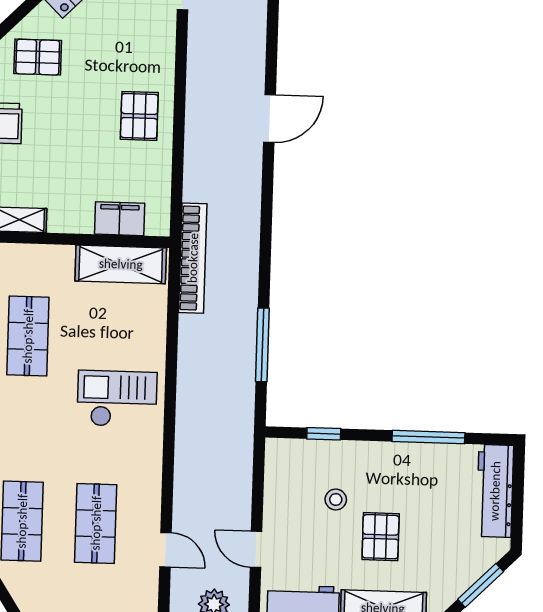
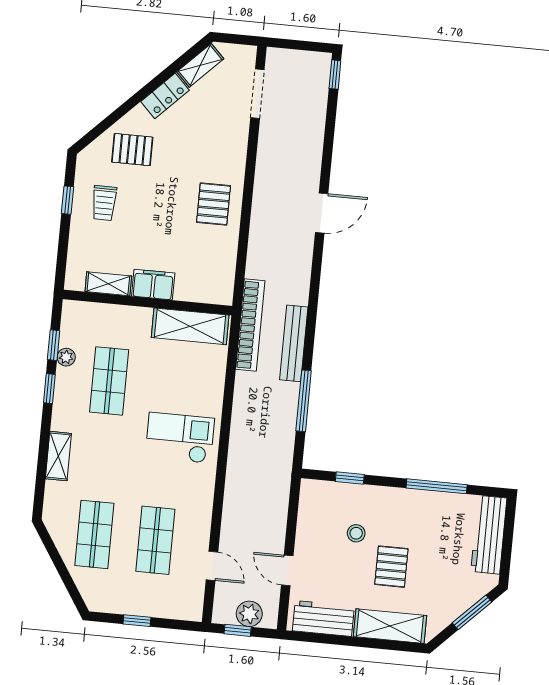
filing cabinet: (120, 219) -> (153, 285), moved
bench: (246, 277) -> (294, 343), added

